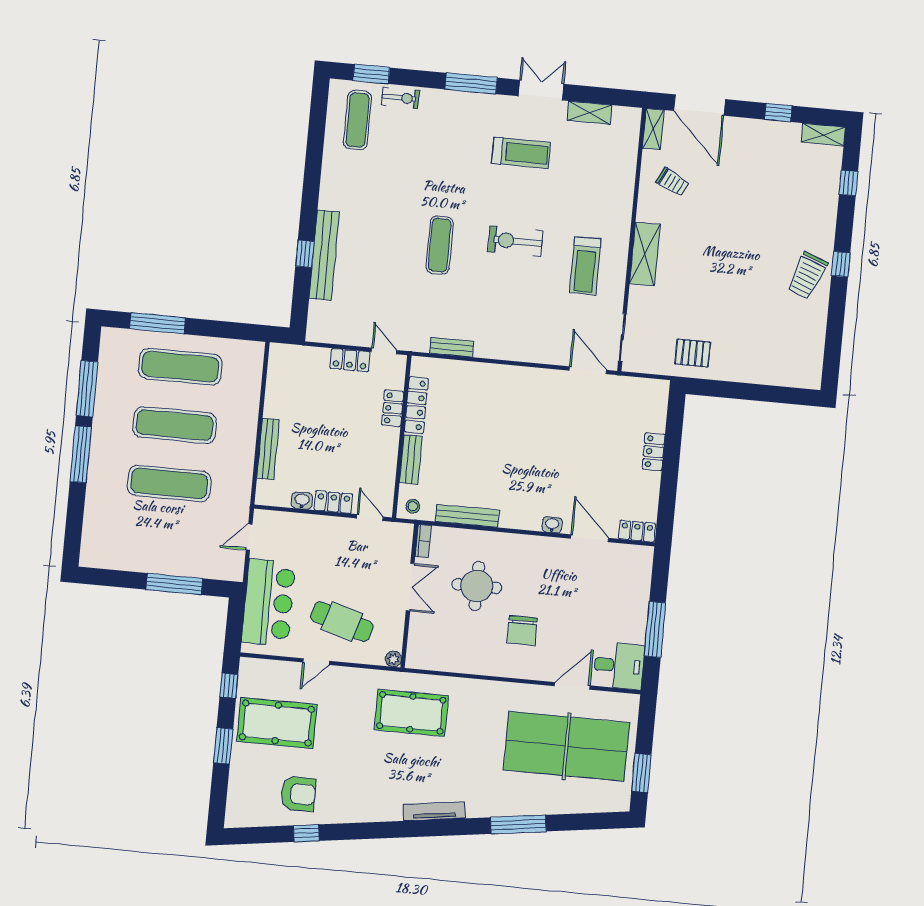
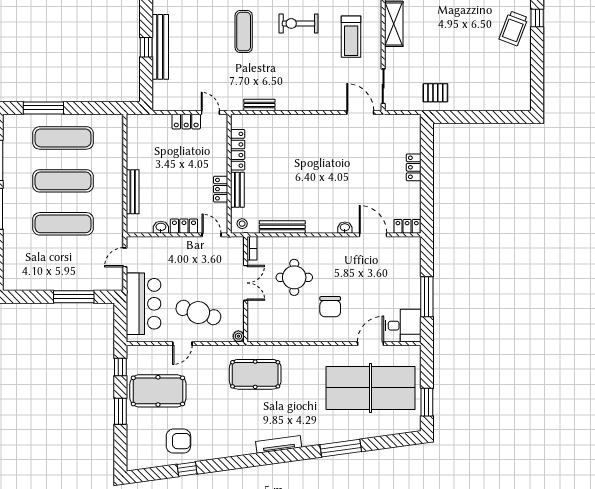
locker: (393, 408) -> (221, 189), moved

